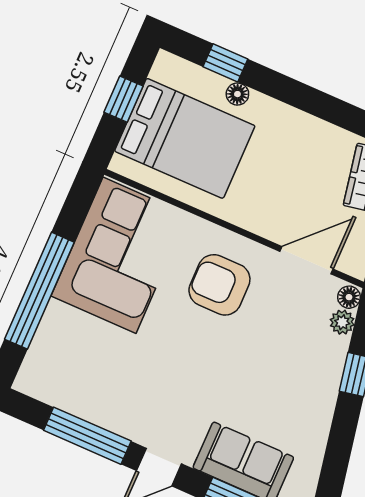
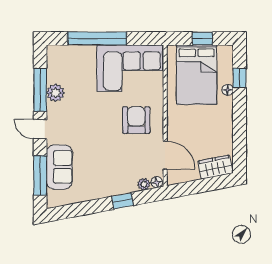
plant: (105, 410) -> (55, 93), added

